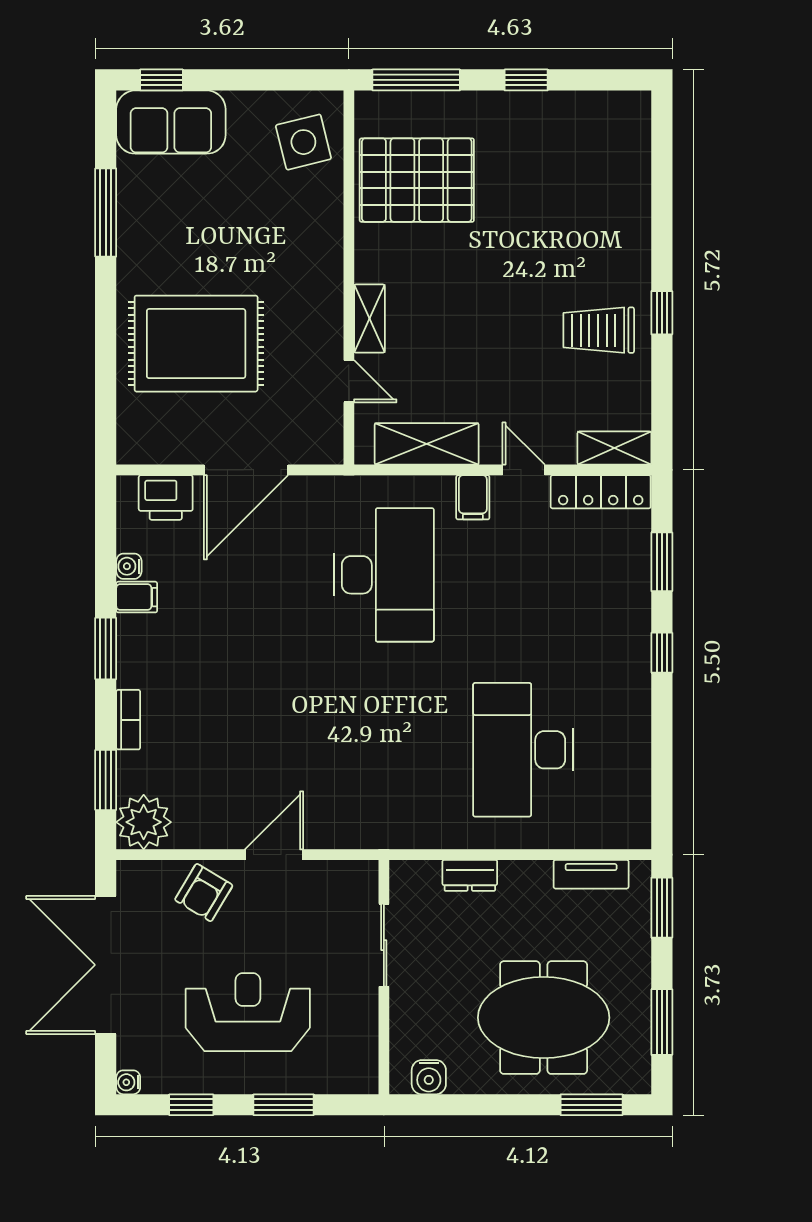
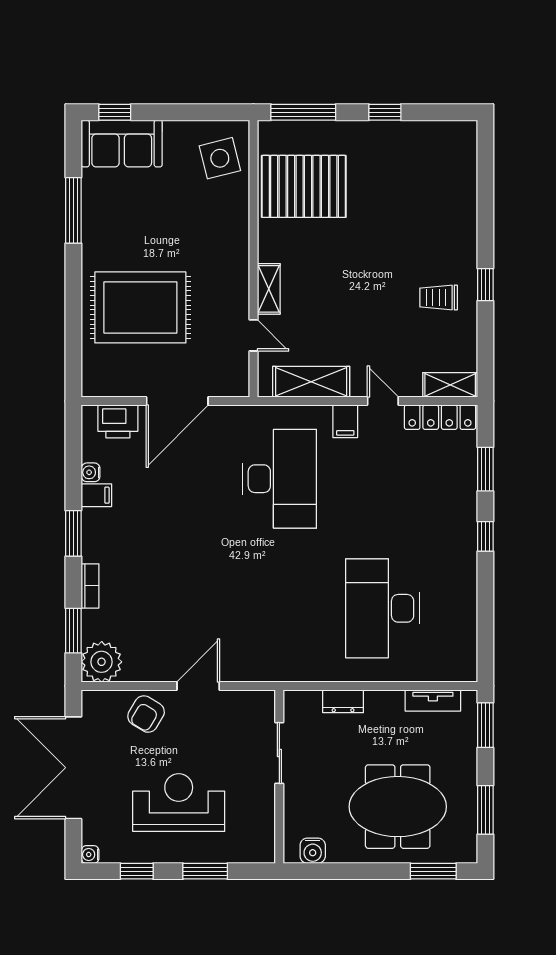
trolley: (599, 330) -> (439, 298), width x0.73, depth x0.72

